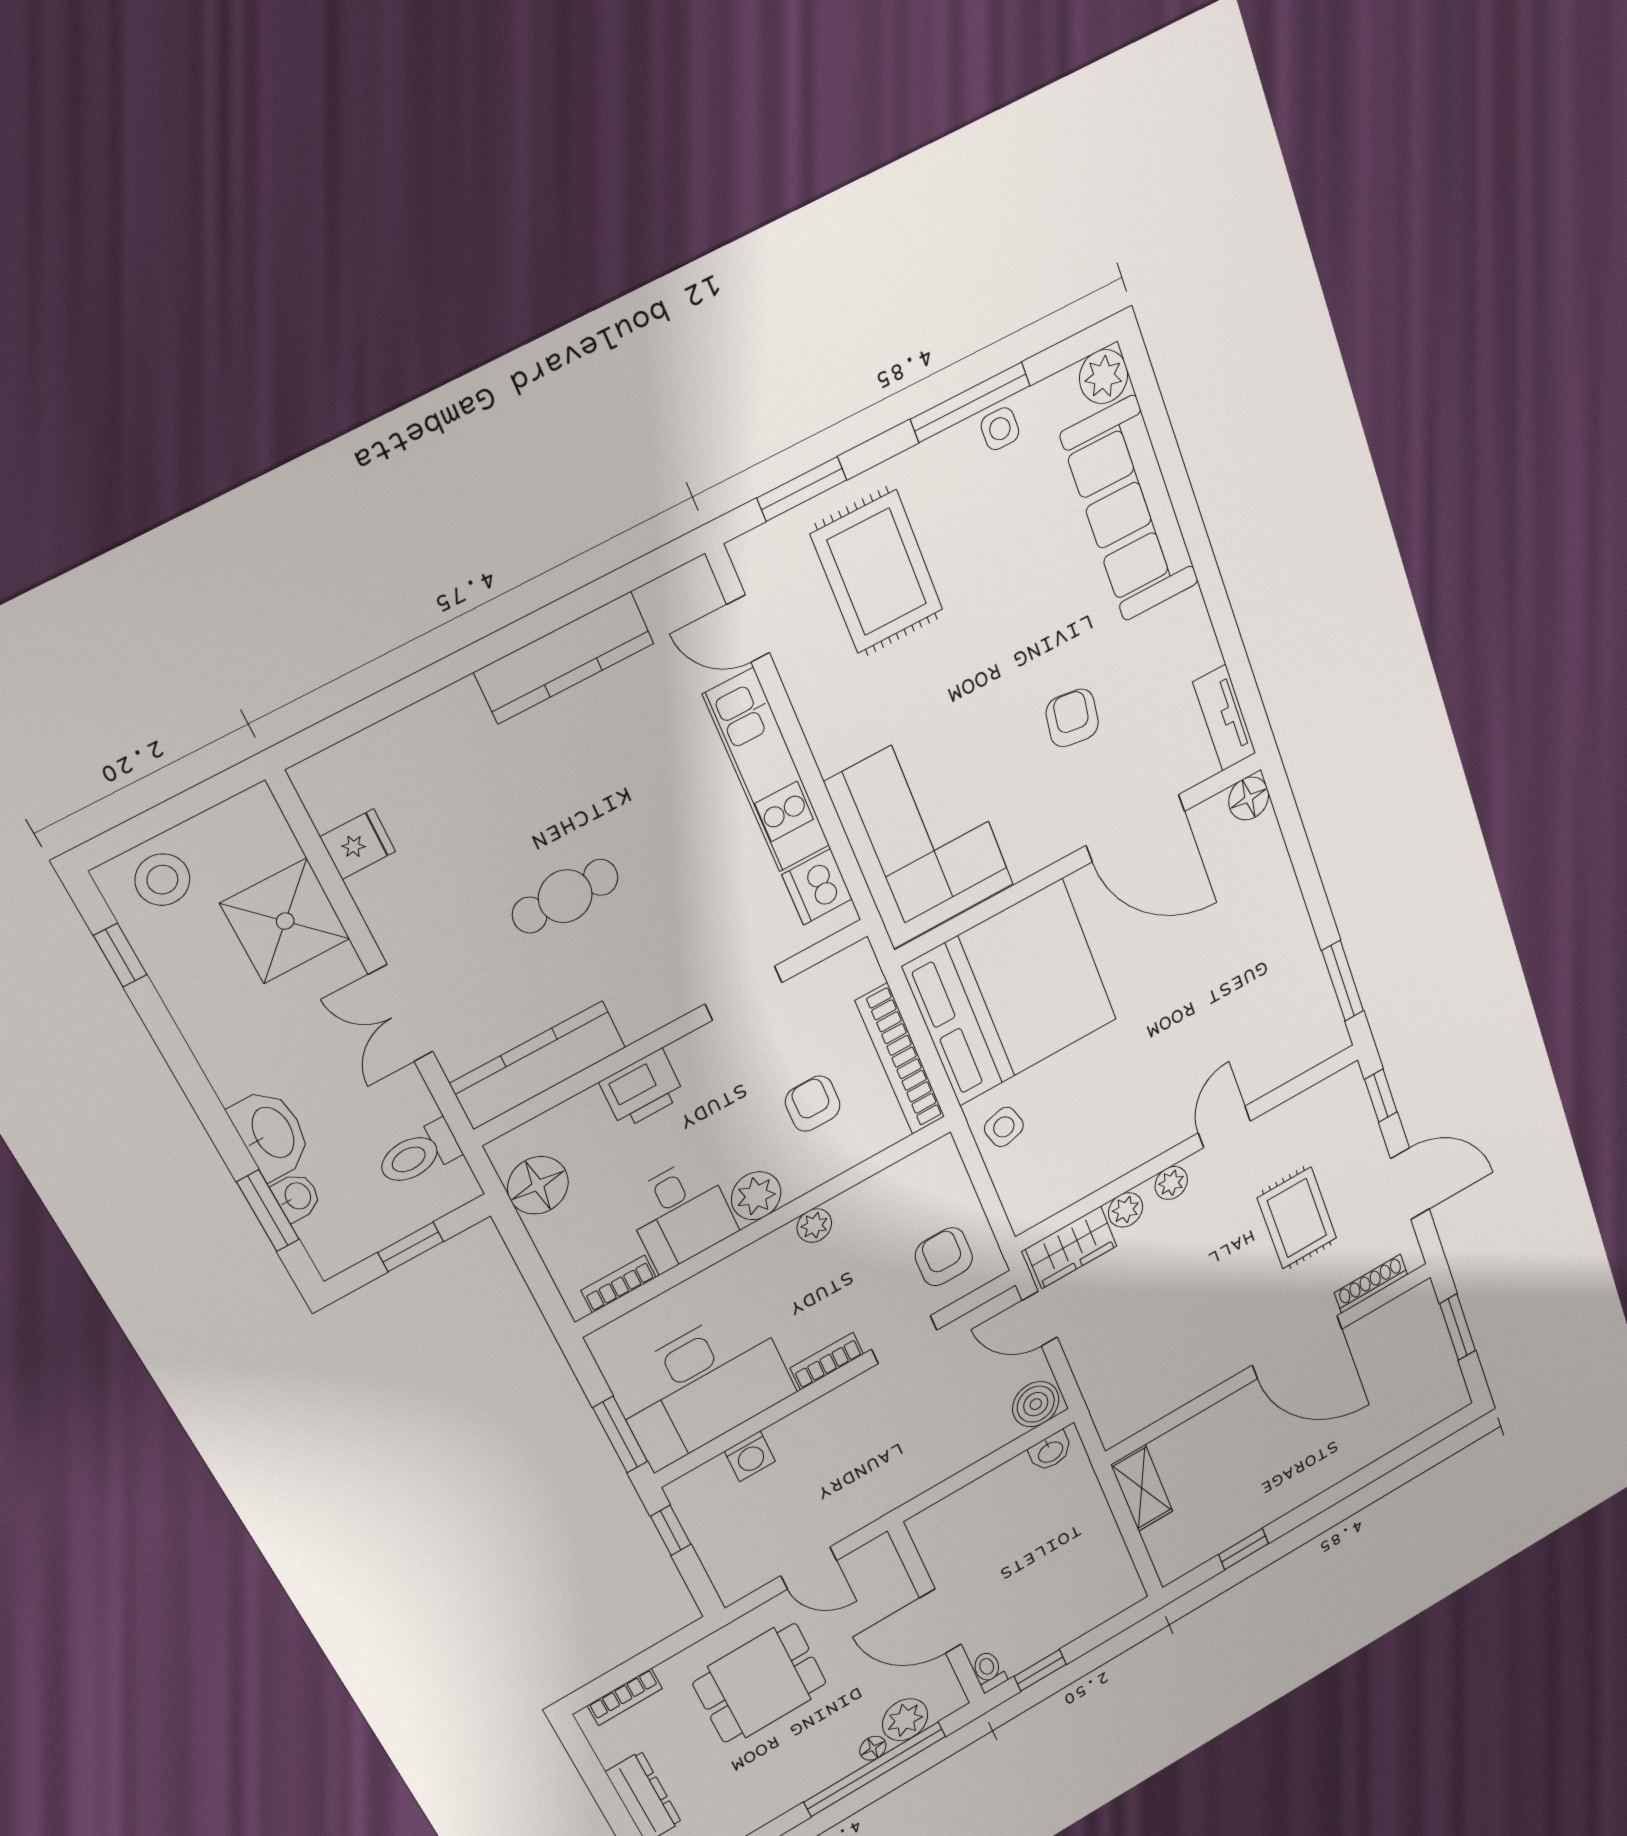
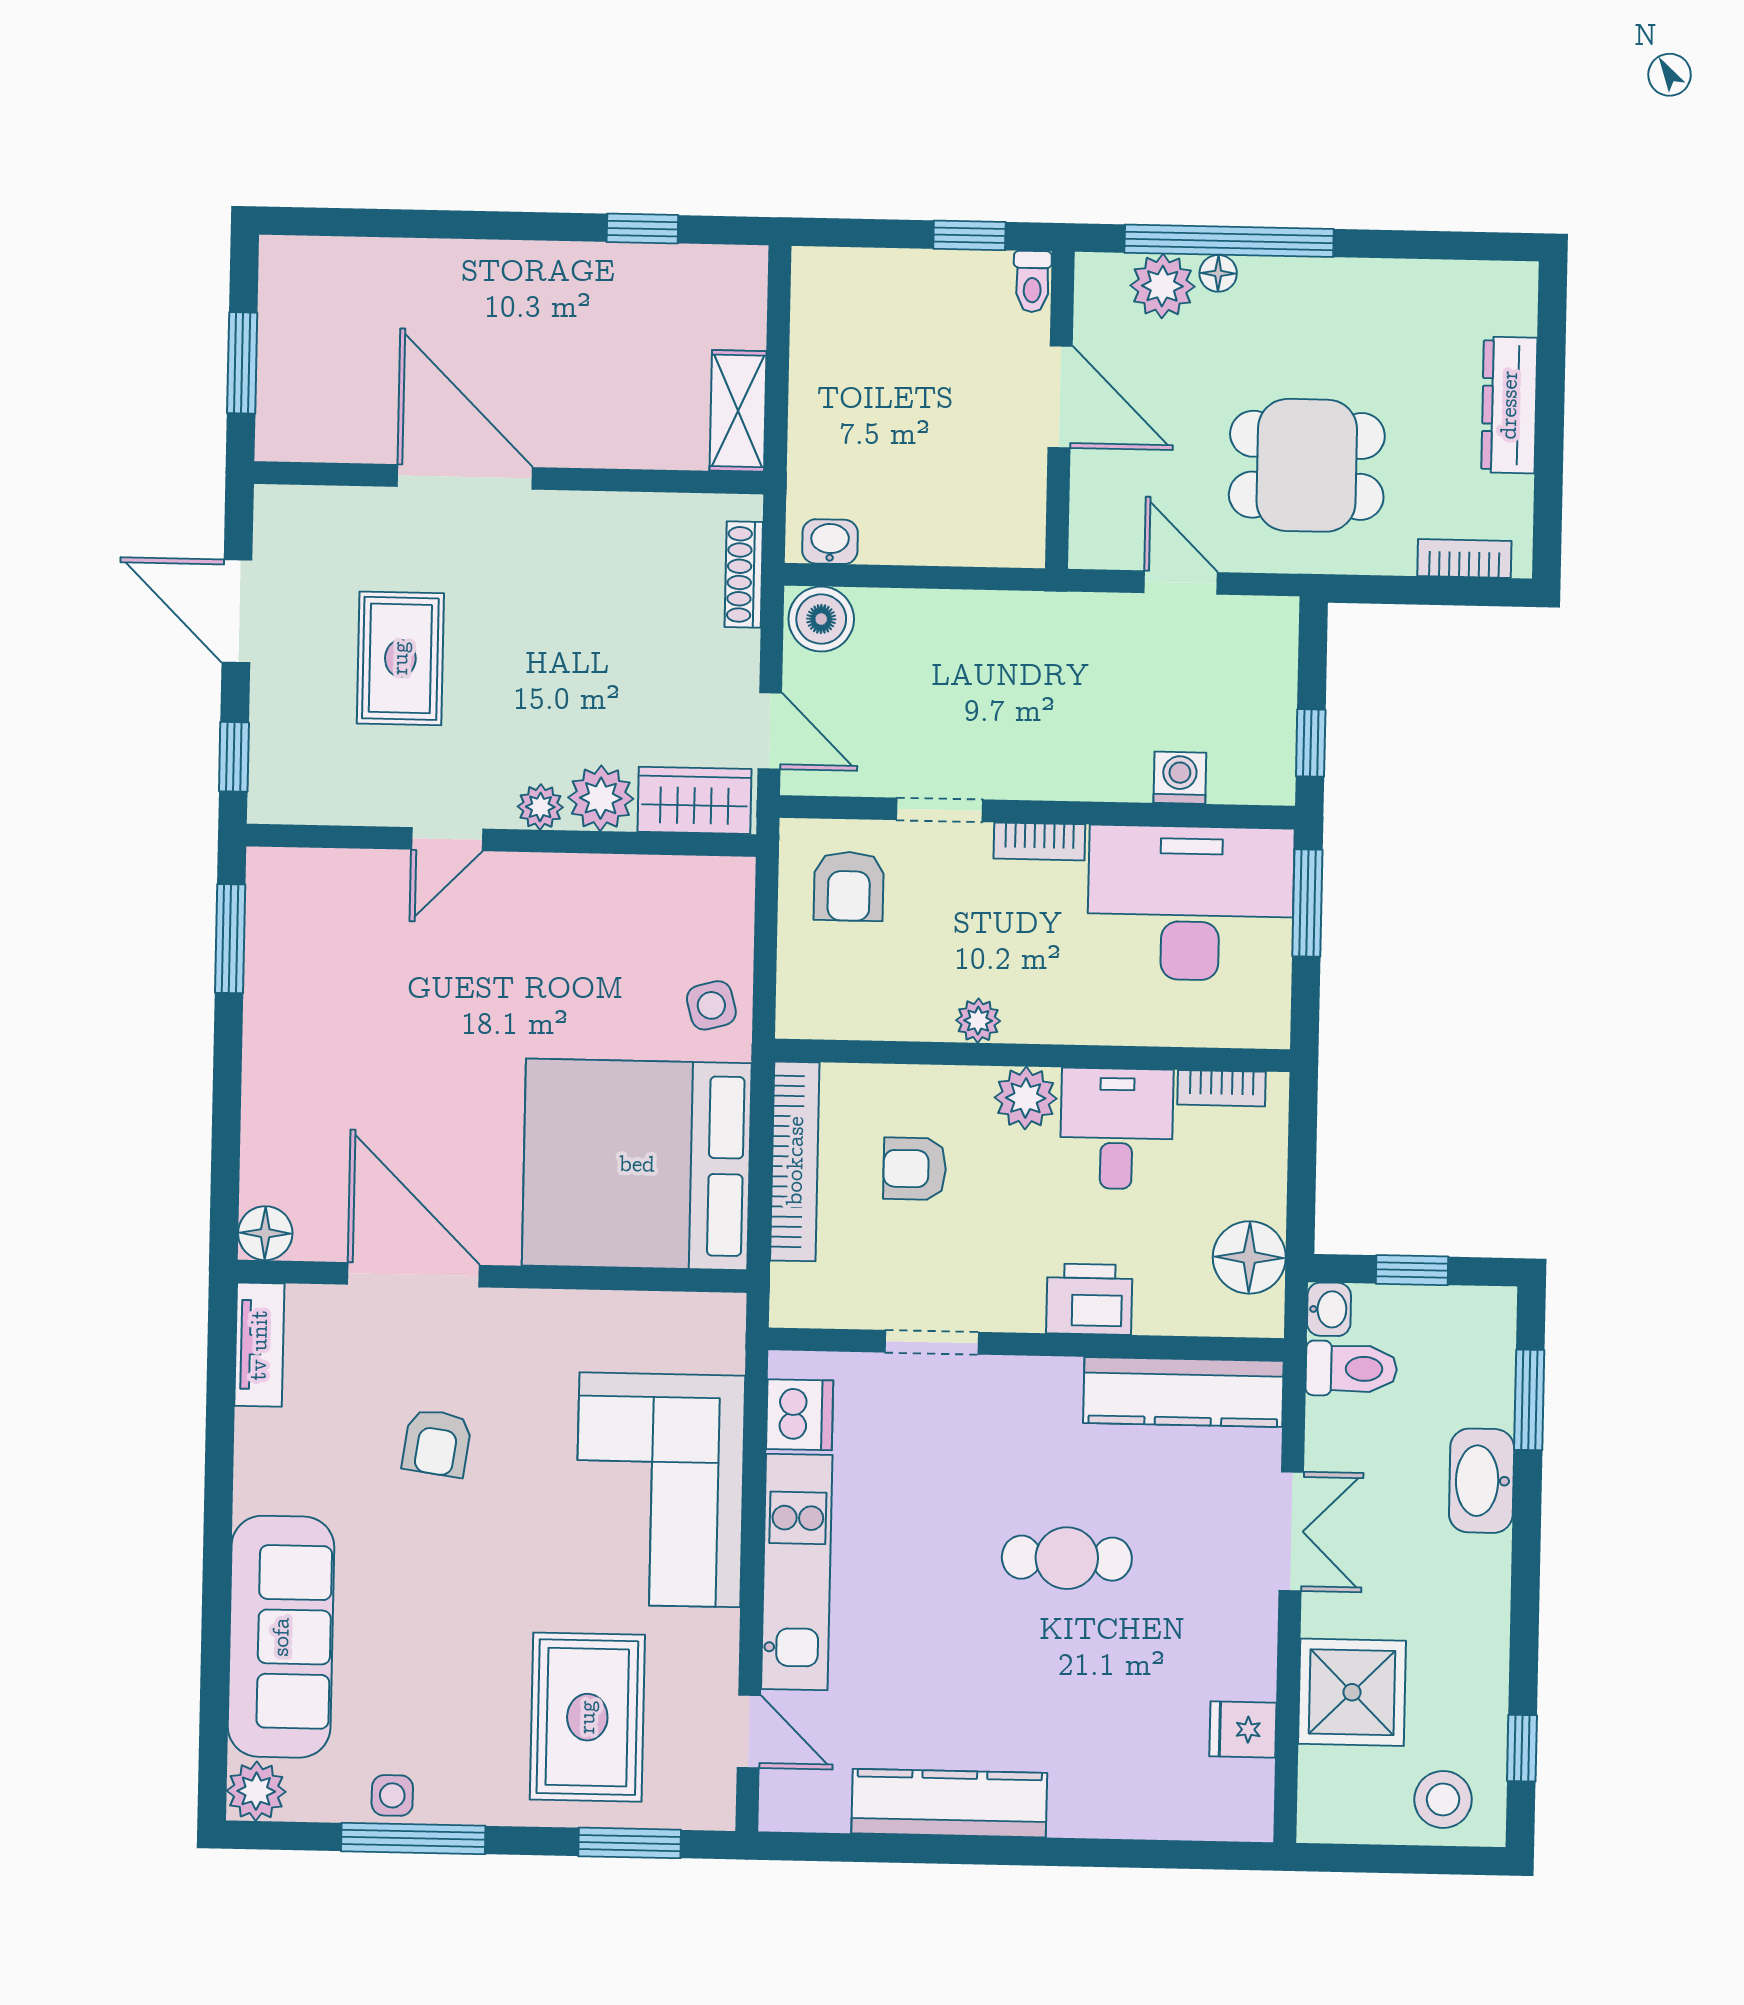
corner sofa: (920, 834) -> (660, 1490), moved
armchair: (813, 1104) -> (915, 1169), turned 90
washbasin: (297, 1196) -> (1329, 1309), moved, turned 180
plant: (1126, 1210) -> (601, 798), width x1.38, depth x1.38
shoe rack: (1371, 1284) -> (744, 574), moved, turned 90

